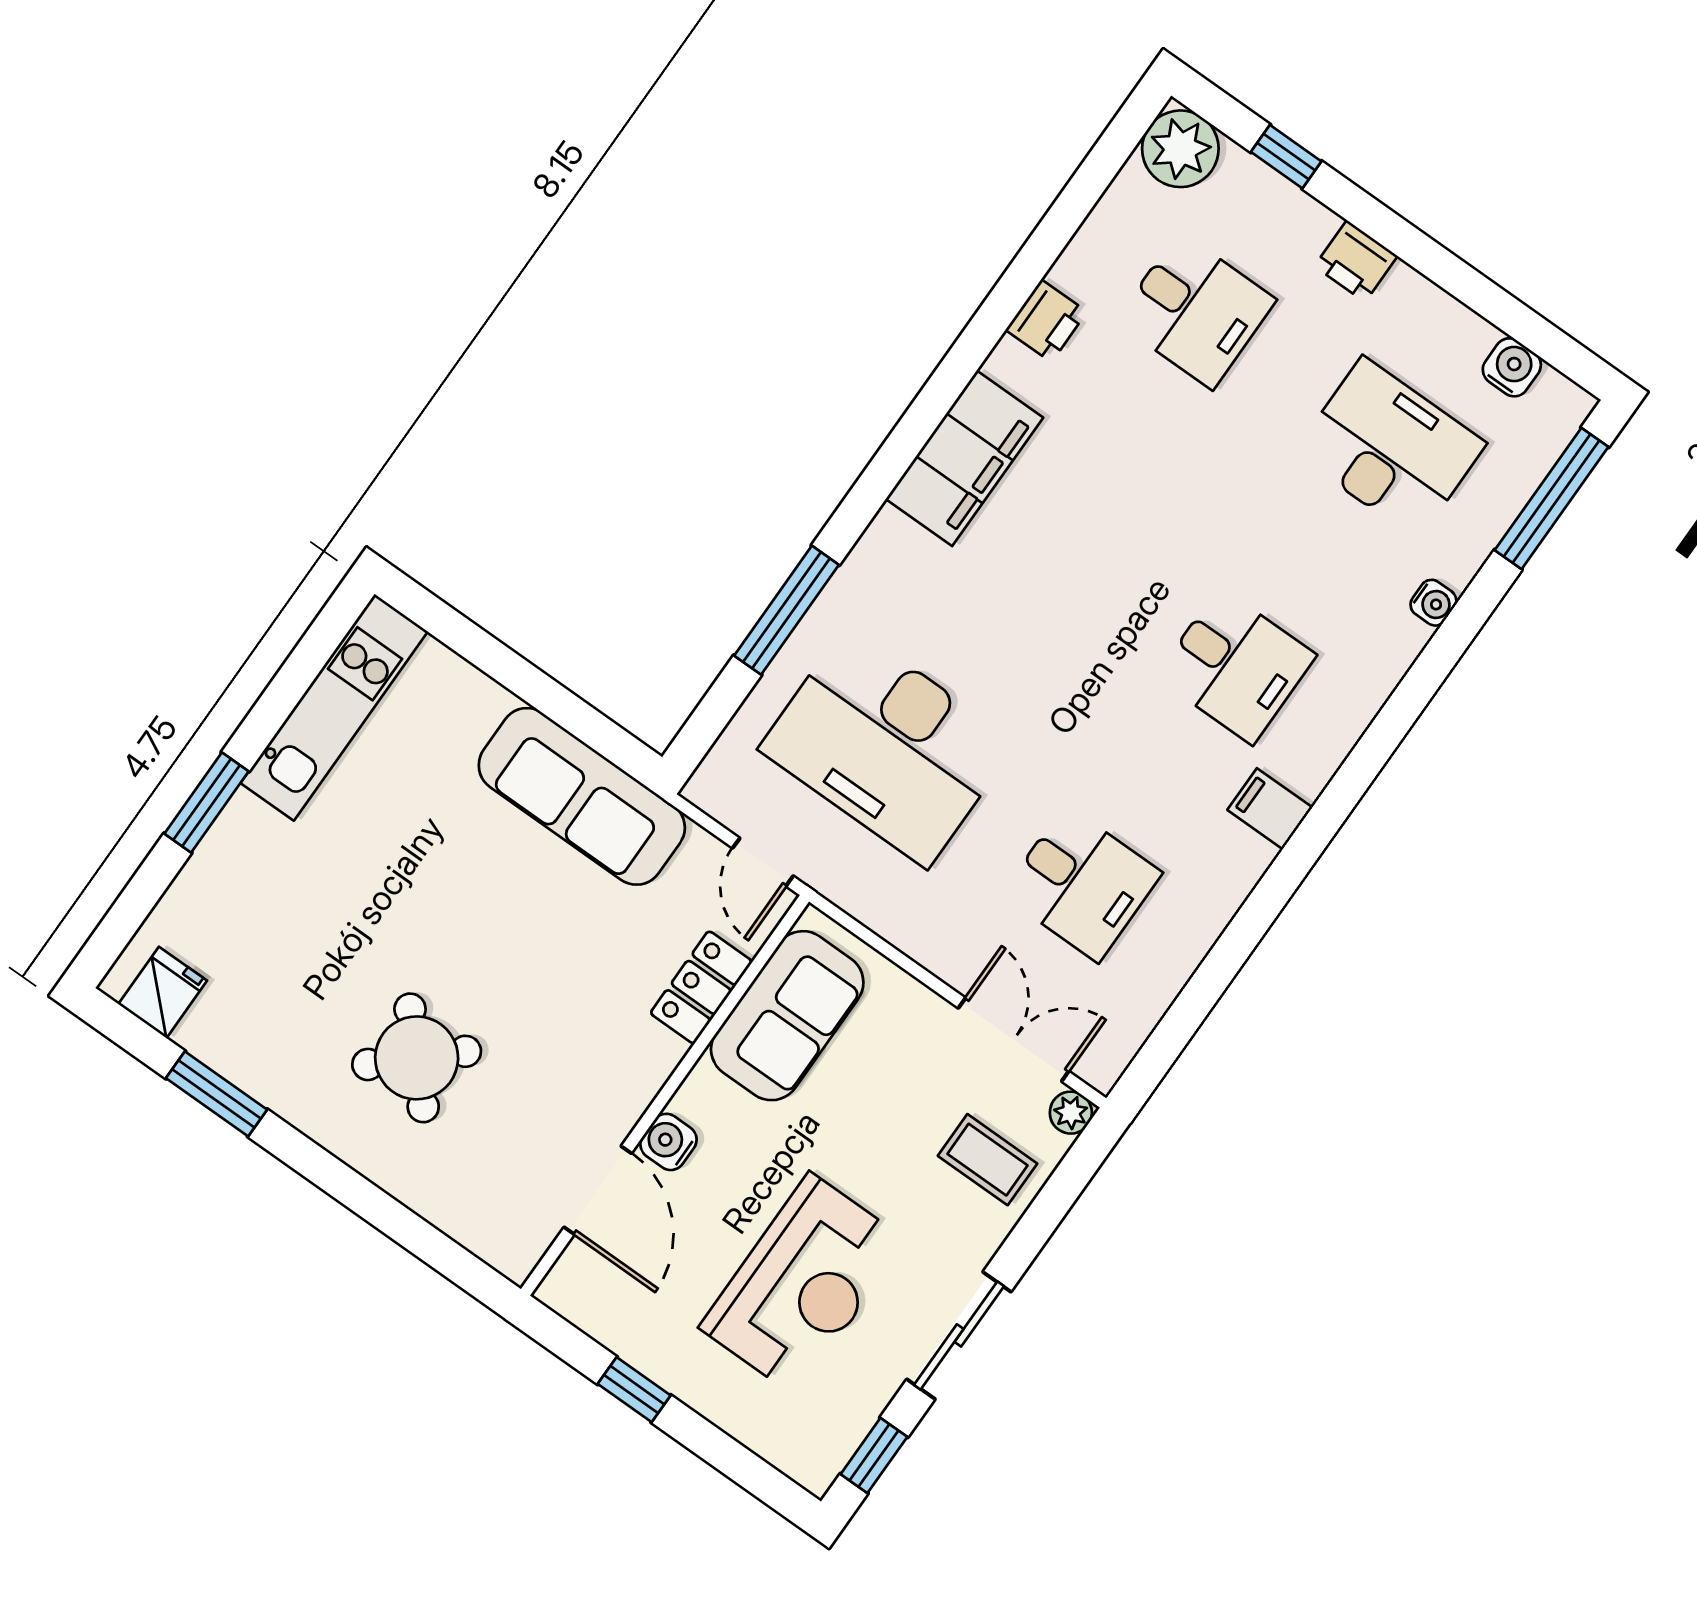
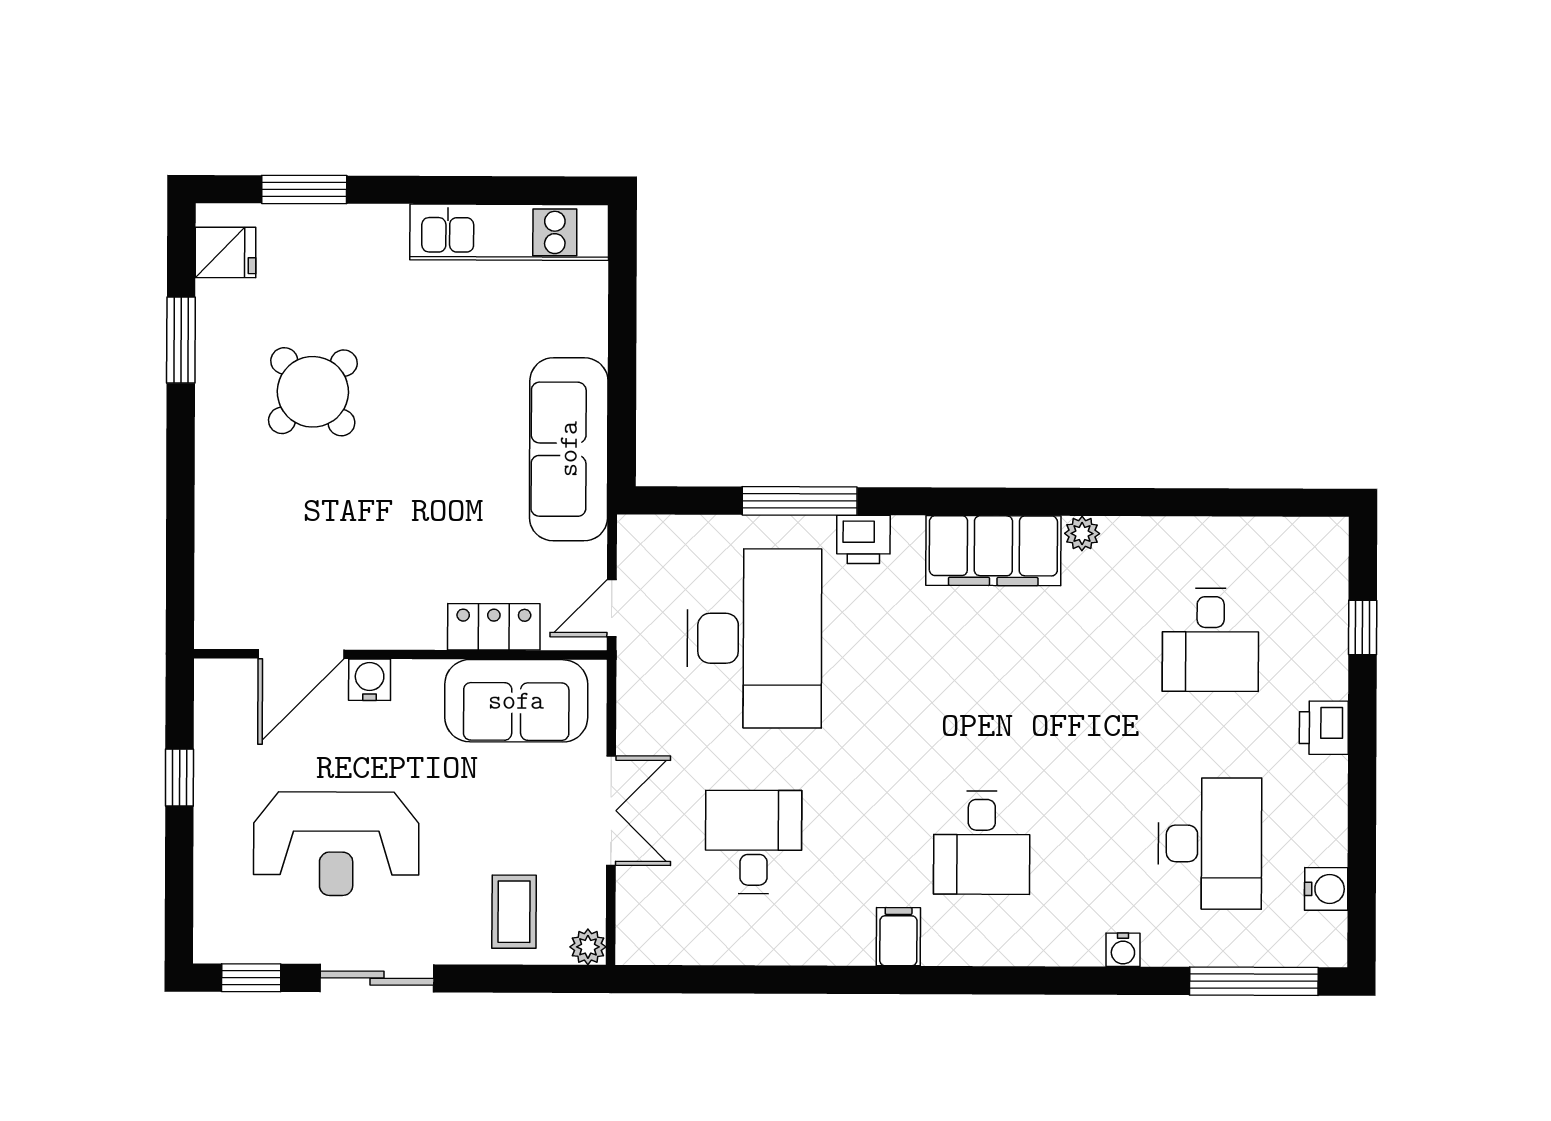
plant: (1180, 149) -> (1082, 533), moved, width x0.53, depth x0.53
printer: (1046, 321) -> (863, 539), moved
desk: (888, 746) -> (754, 638), turned 180
window: (206, 803) -> (304, 189), moved
desk: (1082, 884) -> (754, 842), turned 180
double door: (1014, 1040) -> (611, 811), moved
round table: (417, 1058) -> (313, 392), moved

